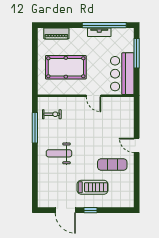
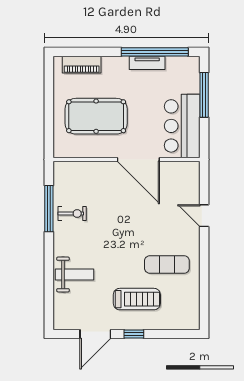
door: (94, 96) -> (138, 160), width x1.88
exercise bike: (52, 114) -> (72, 214), moved
door: (137, 145) -> (204, 216), moved
weight bench: (59, 153) -> (75, 274), moved, turned 180
door: (65, 210) -> (95, 334), hinge flipped

